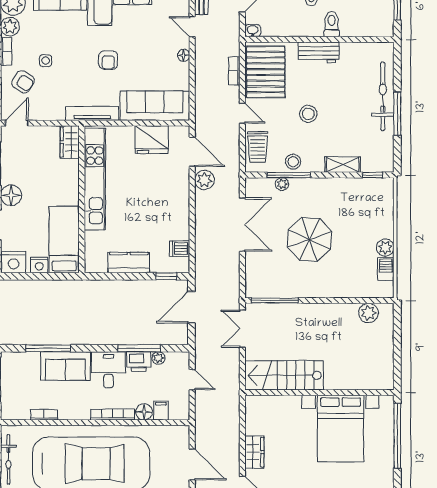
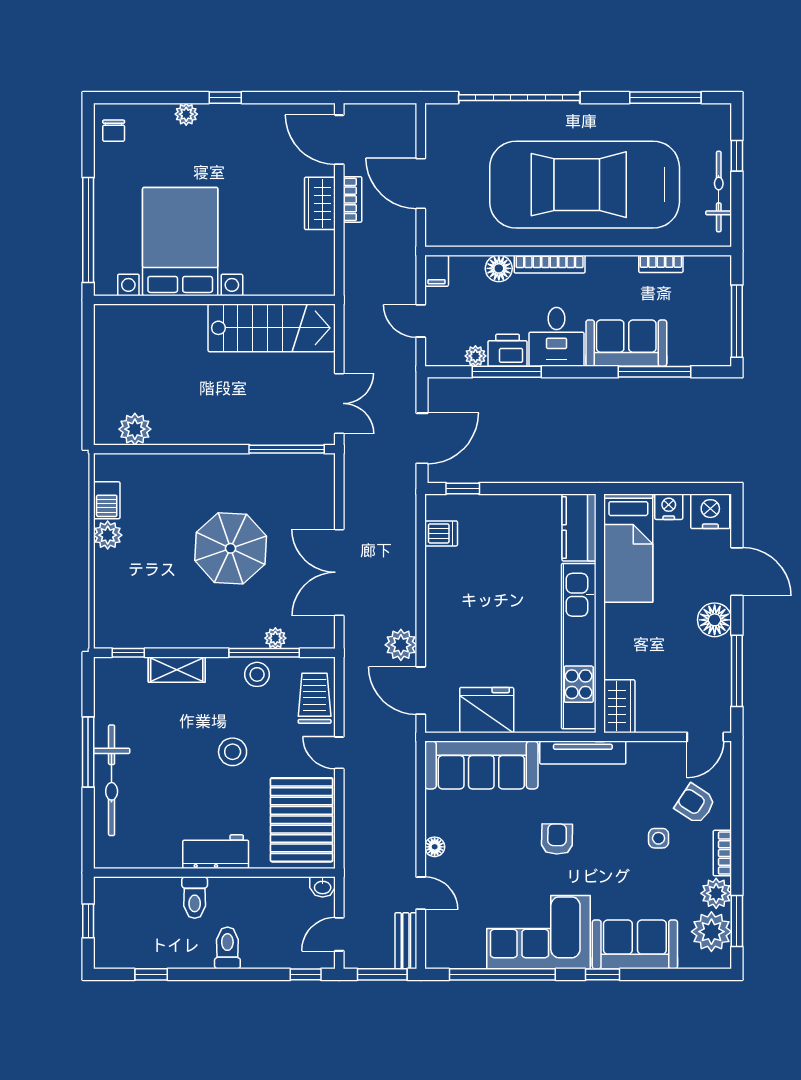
bookcase: (234, 71) -> (352, 199), moved
kitchen counter: (129, 263) -> (579, 528), moved, turned 90
filing cabinet: (161, 411) -> (437, 271), moved

